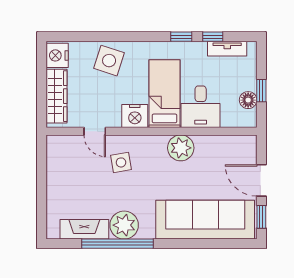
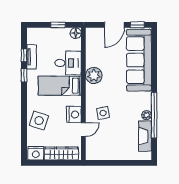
tv unit: (227, 49) -> (31, 57), moved
floor lamp: (248, 100) -> (76, 33), moved
nightstand: (135, 116) -> (74, 115), moved
plant: (124, 225) -> (147, 115), width x0.53, depth x0.53

